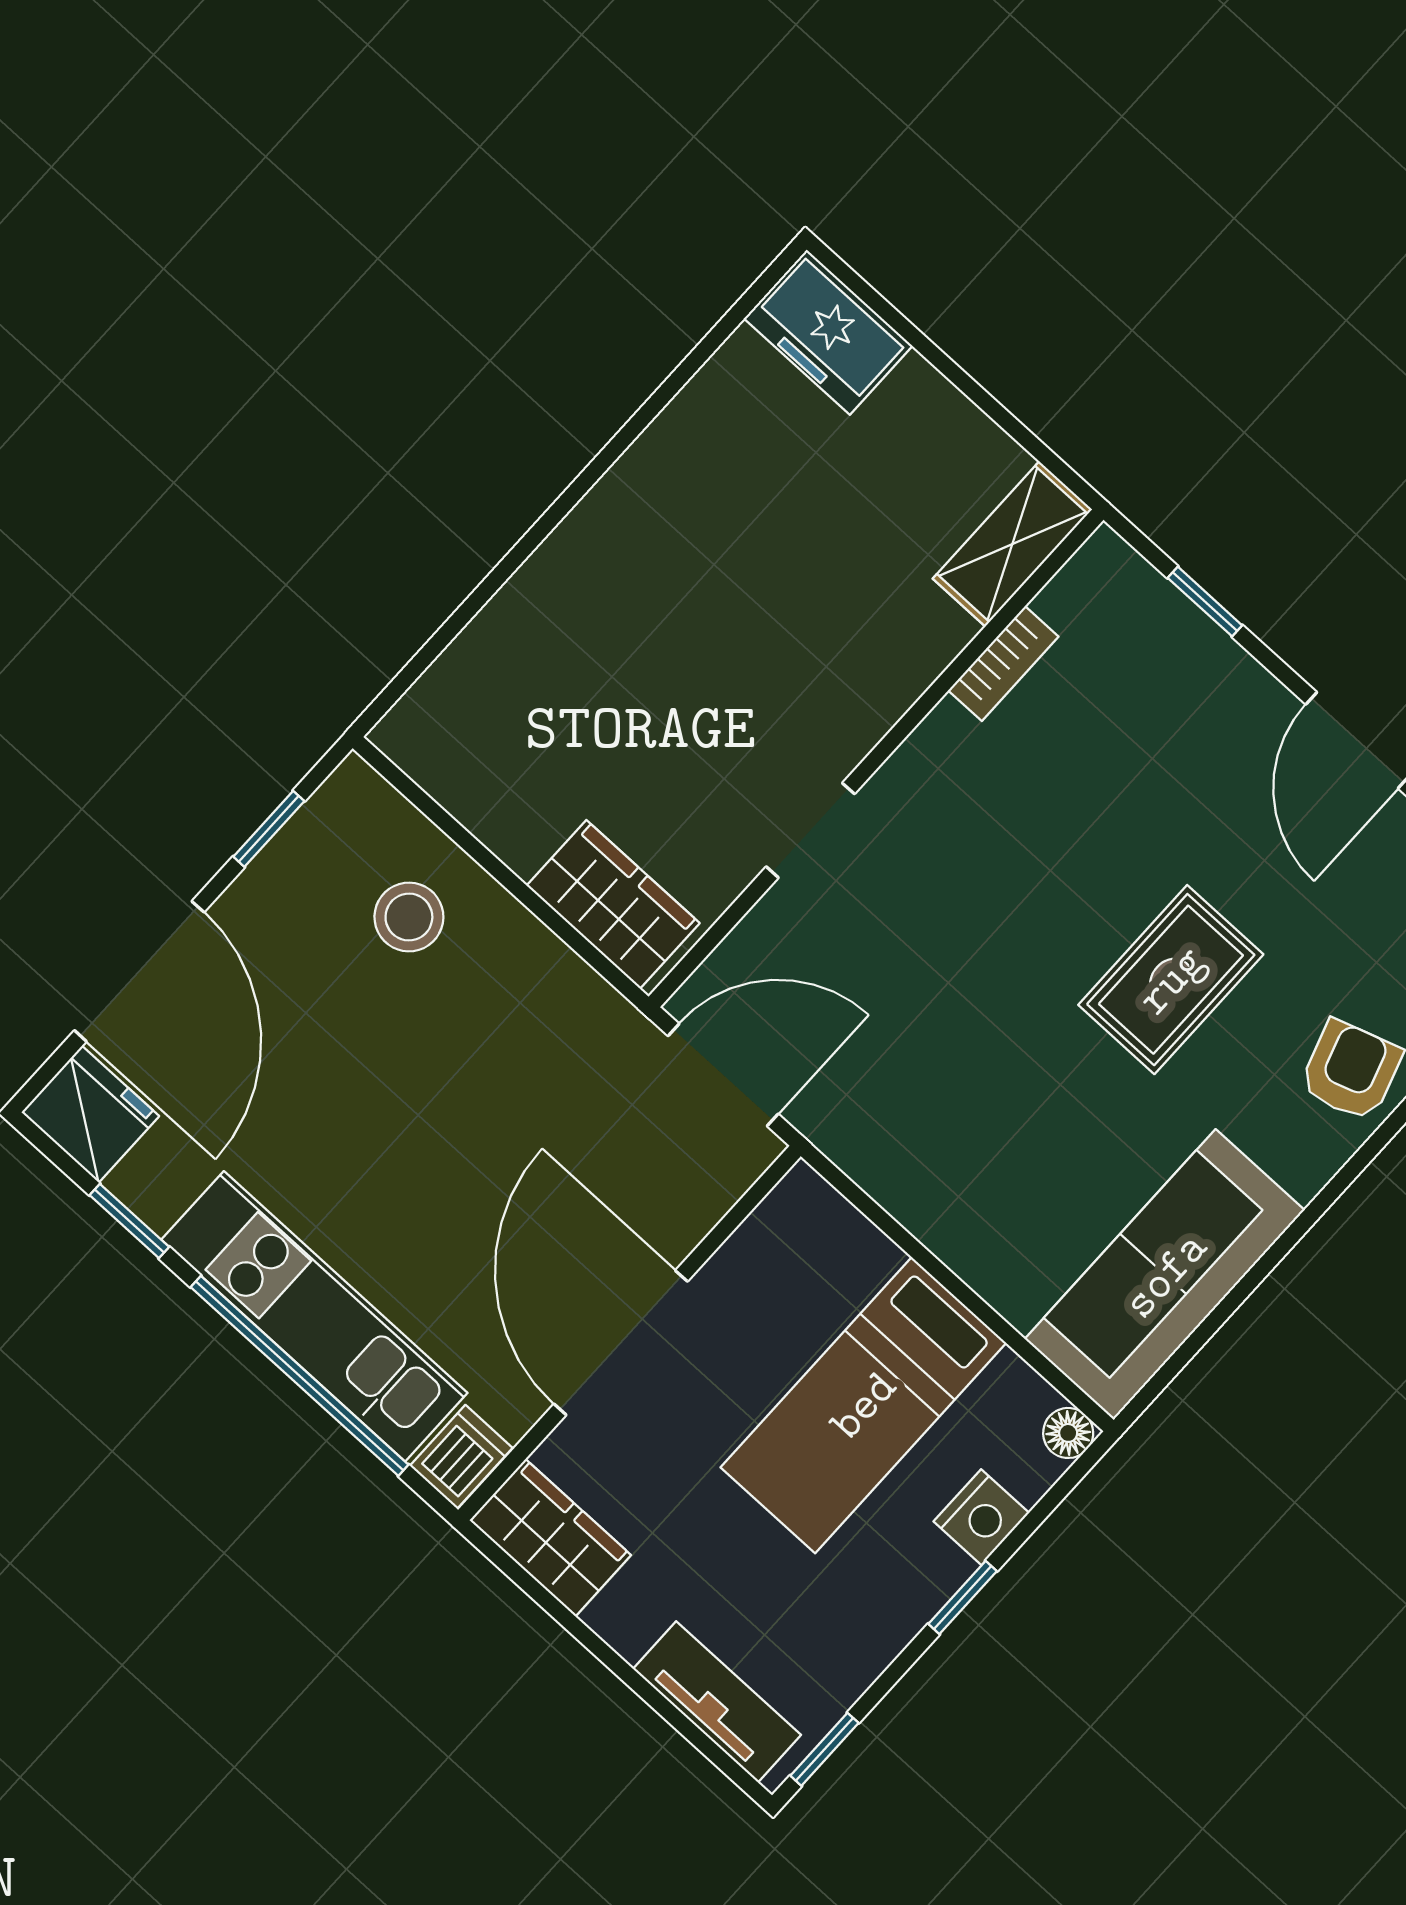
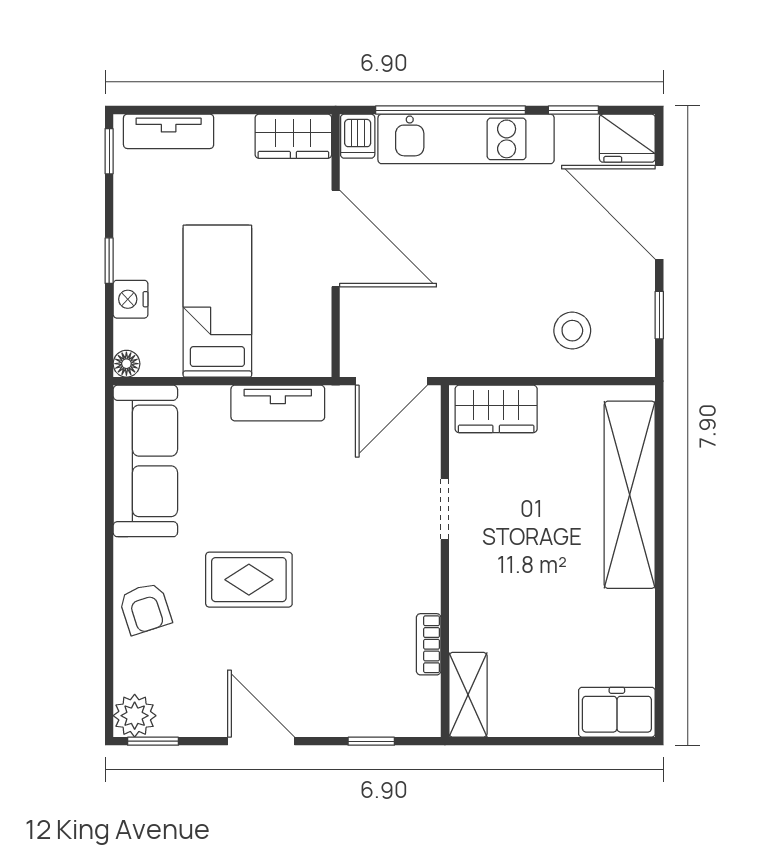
shelving: (536, 617) -> (630, 495), added
rug: (1171, 980) -> (249, 580), turned 90
tv unit: (908, 1188) -> (278, 403), added

